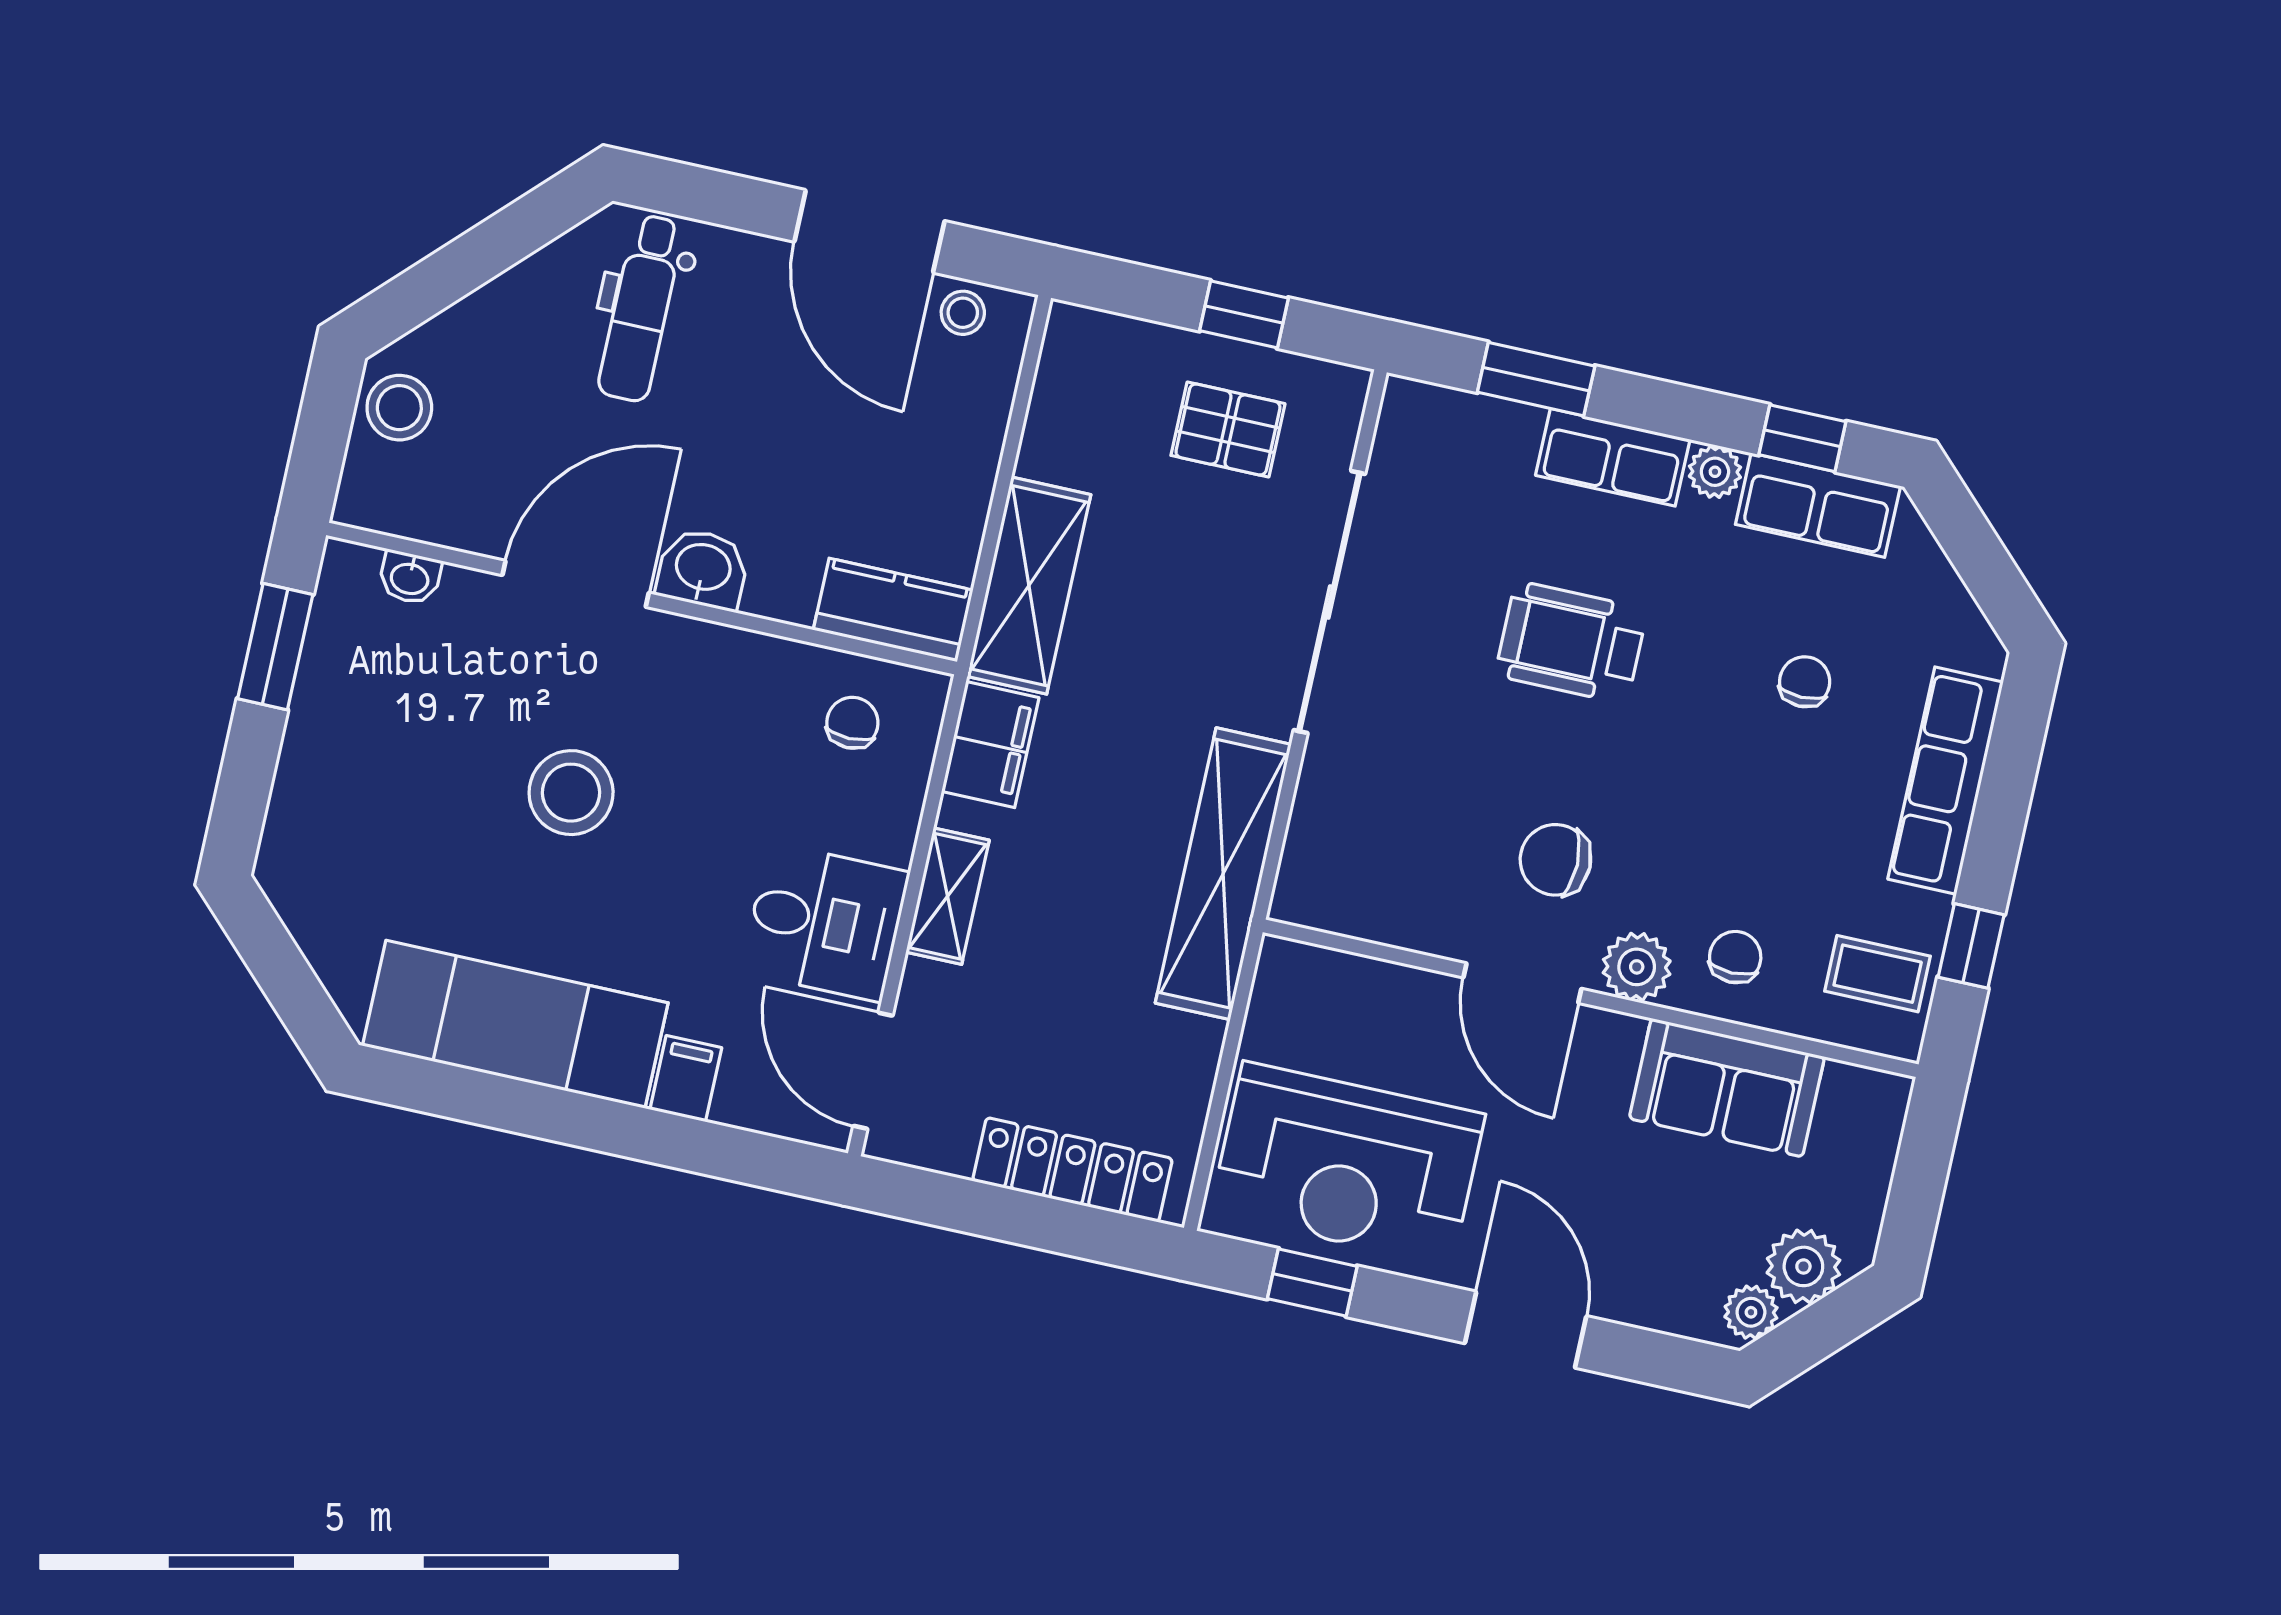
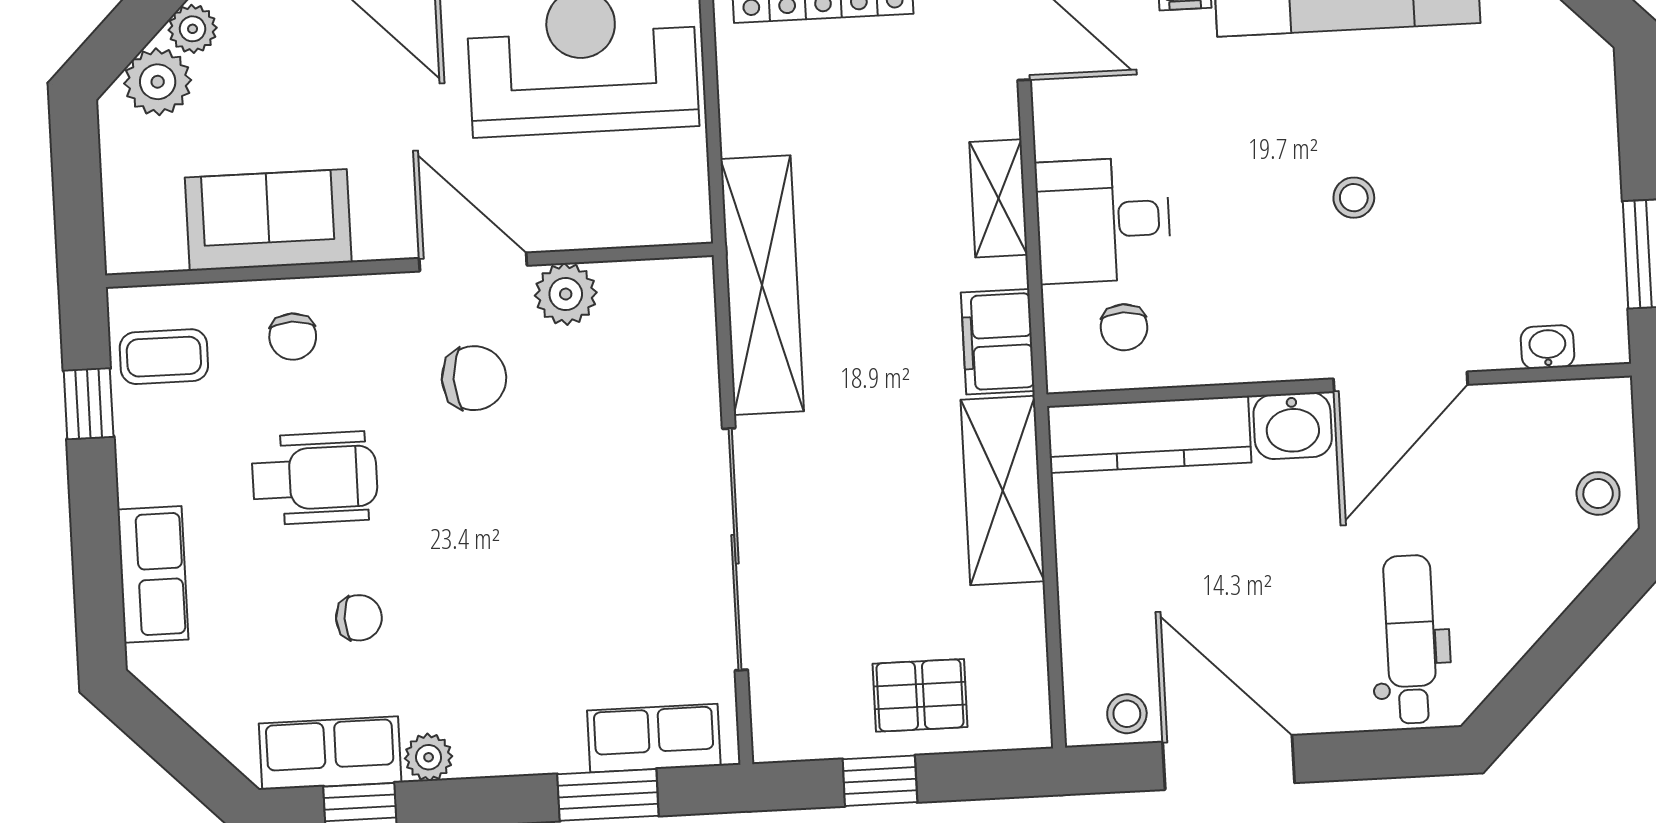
stool: (399, 408) -> (1598, 493), width x0.73, depth x0.73
pallet: (1228, 430) -> (920, 695), moved
row of seats: (1613, 457) -> (654, 738), moved
kitchen counter: (893, 610) -> (1149, 434), width x1.50
wheelchair: (1571, 642) -> (315, 478), moved
chair: (1805, 682) -> (359, 618), moved, turned -90
row of seats: (1946, 781) -> (153, 574), width x0.68
stool: (571, 793) -> (1354, 198), width x0.53, depth x0.53
desk: (825, 922) -> (1103, 220), moved
plant: (1637, 967) -> (566, 294), moved

